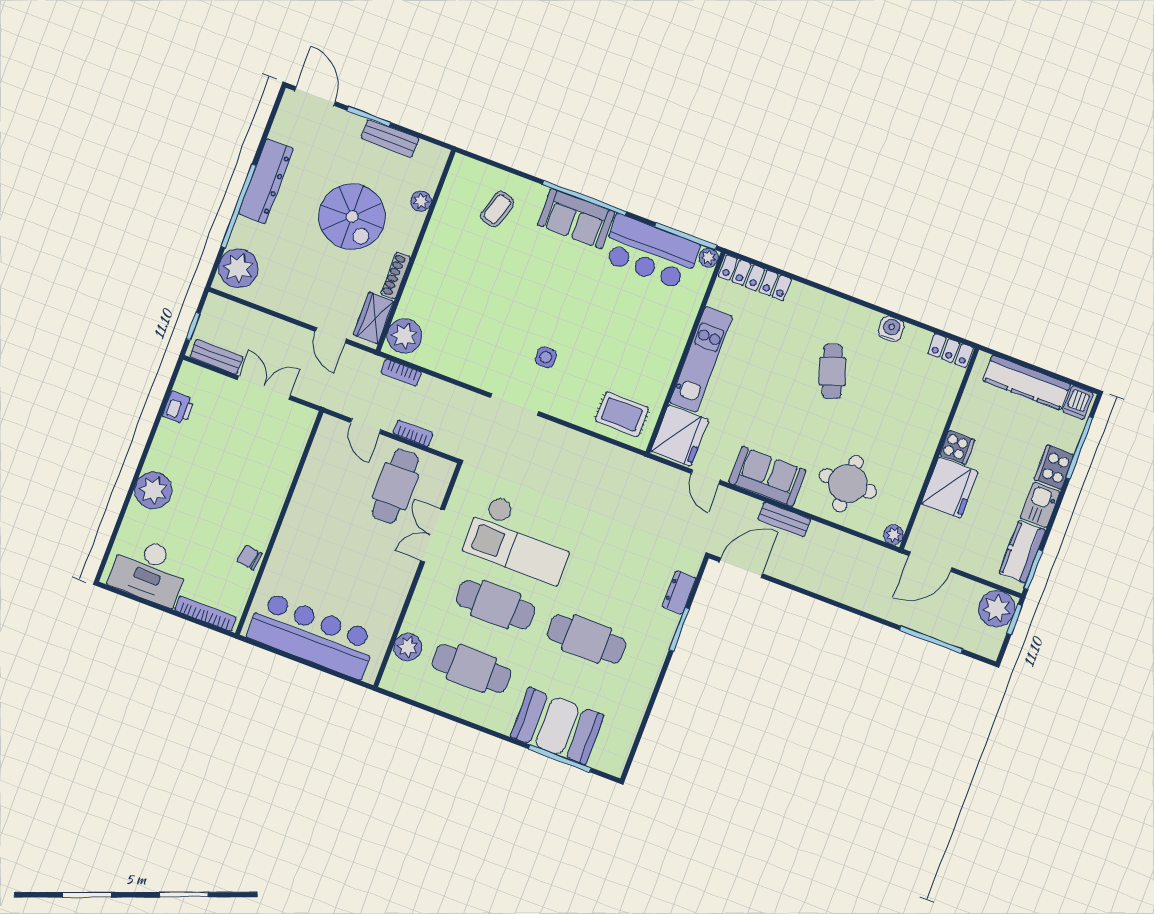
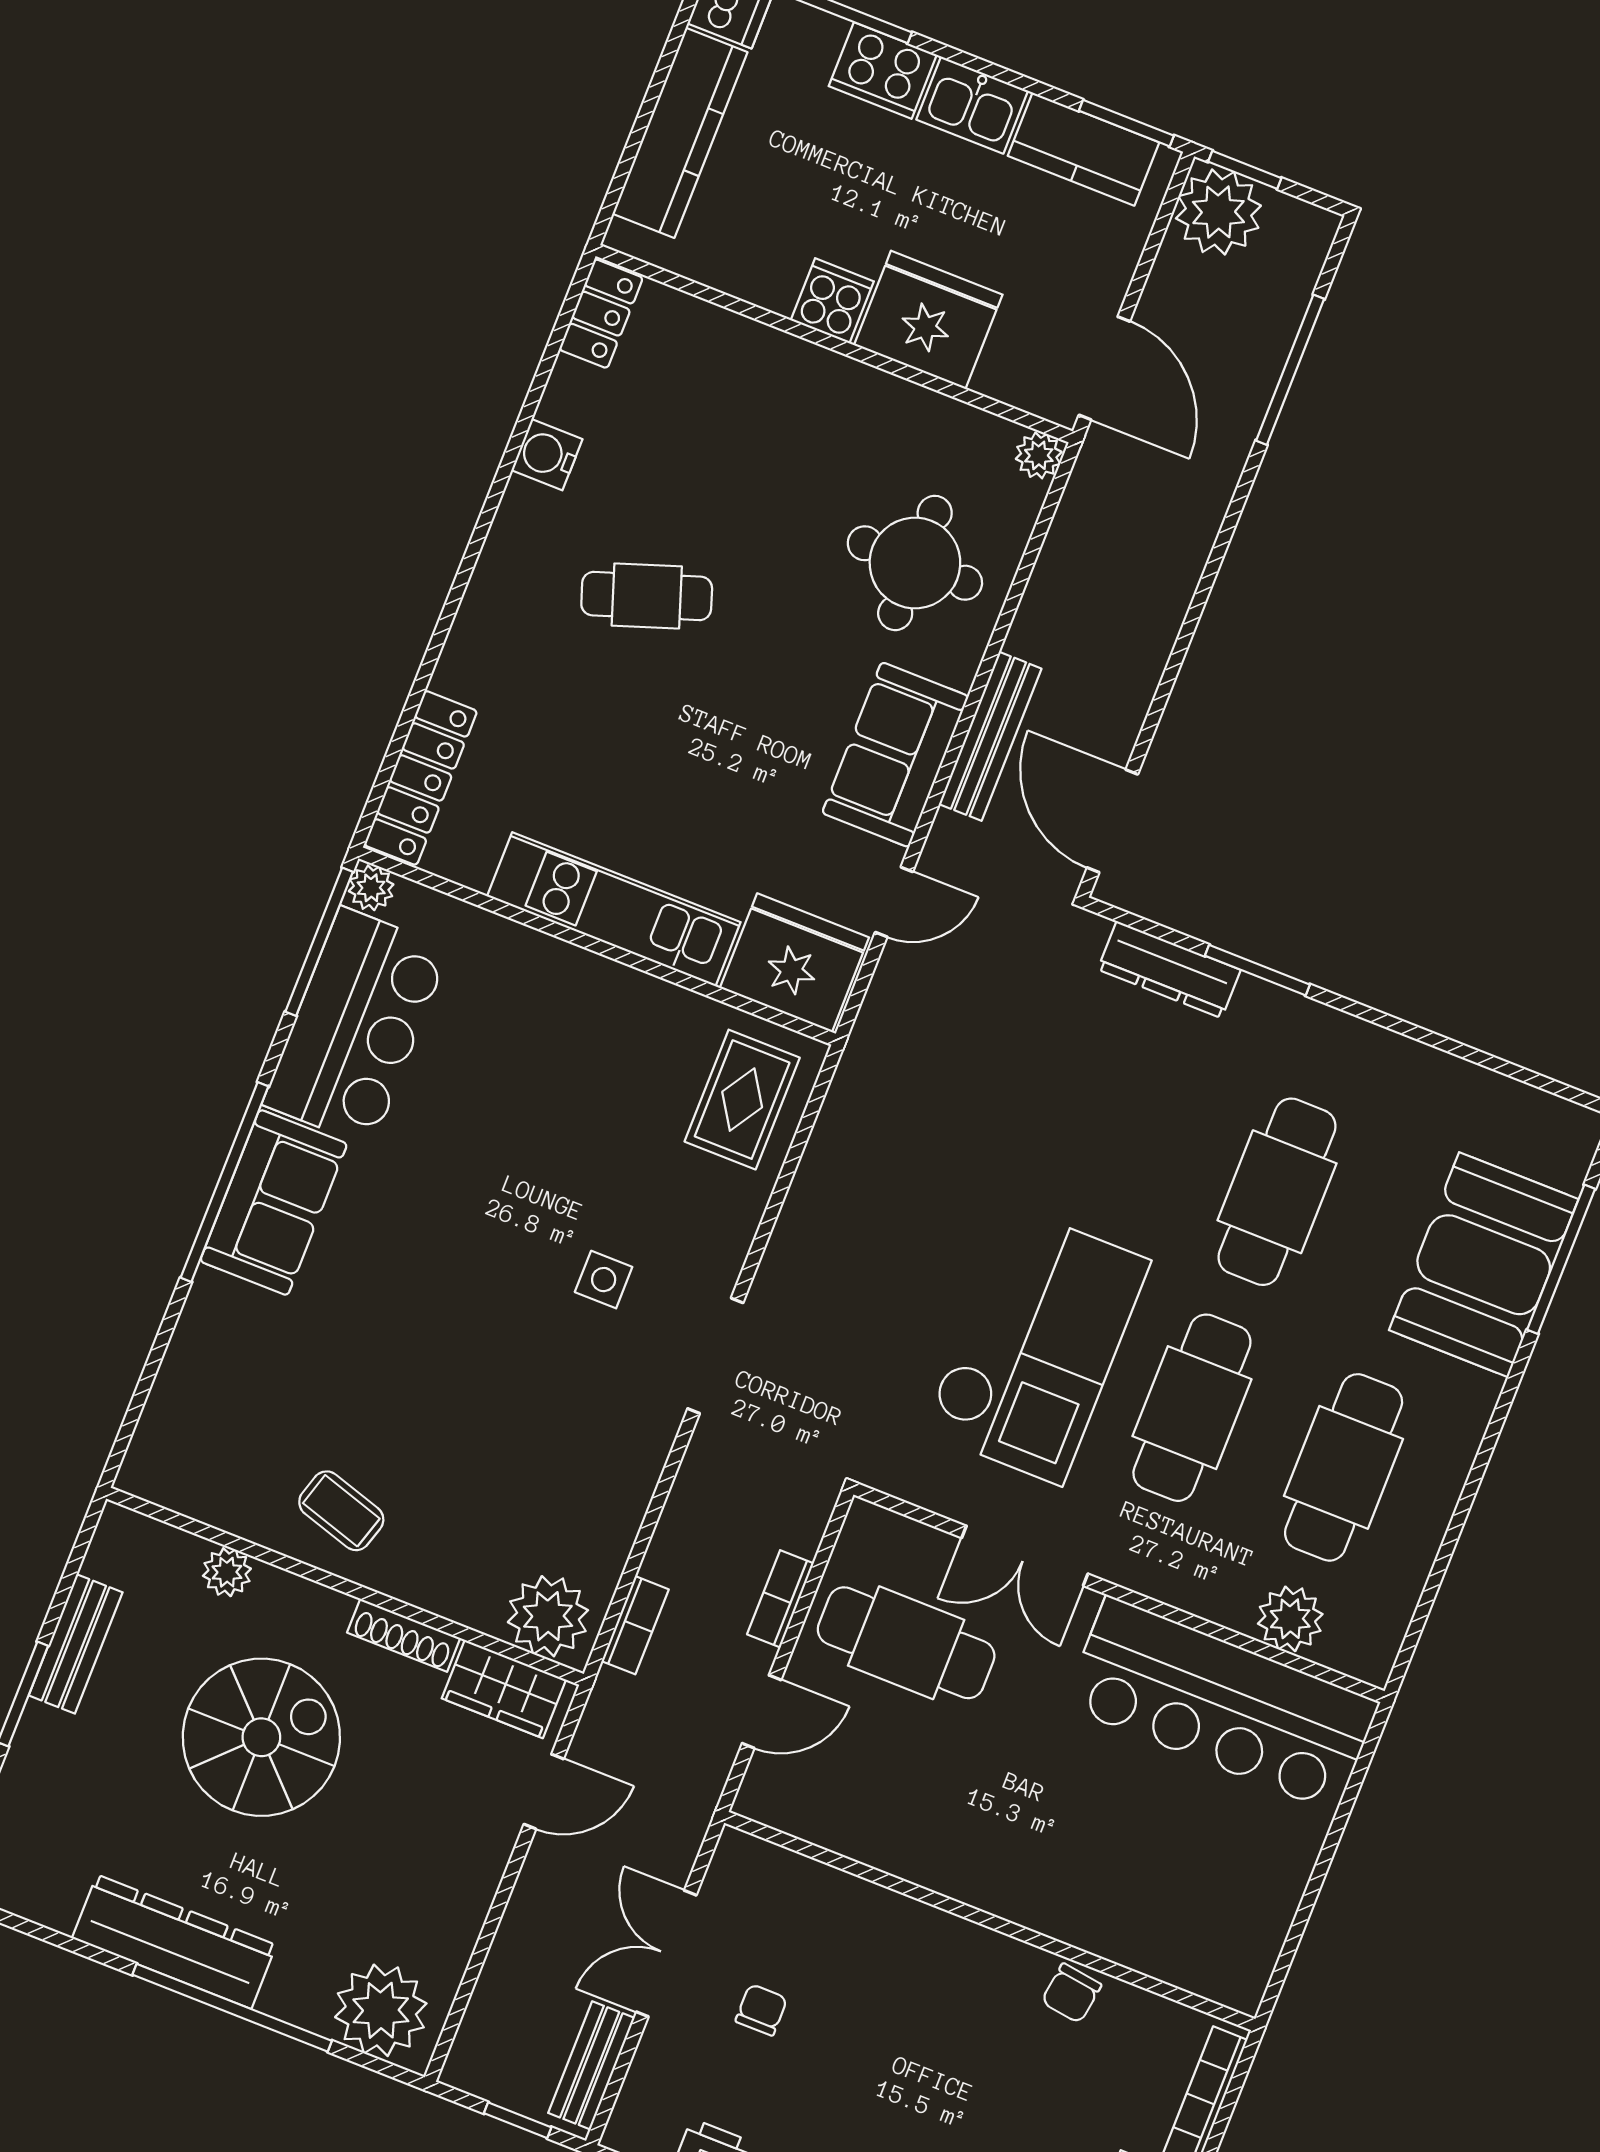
coffee table: (497, 209) -> (341, 1511), moved
chair: (241, 428) -> (761, 2010), added
bench: (784, 519) -> (990, 736), width x1.36
dresser: (679, 592) -> (1169, 970), width x1.44
bar counter: (312, 635) -> (1221, 1704), moved, turned -90

